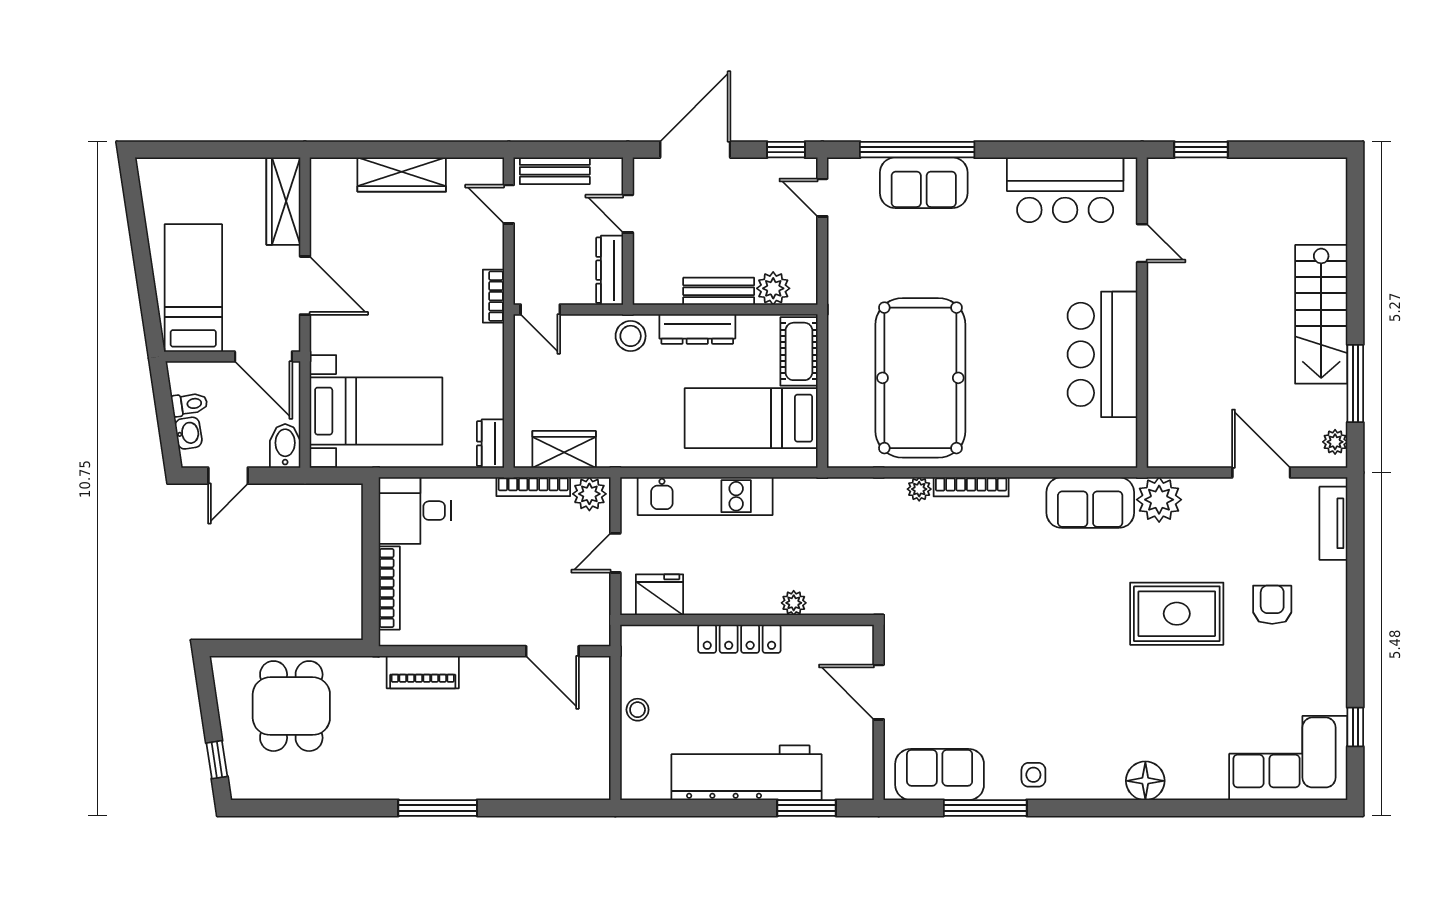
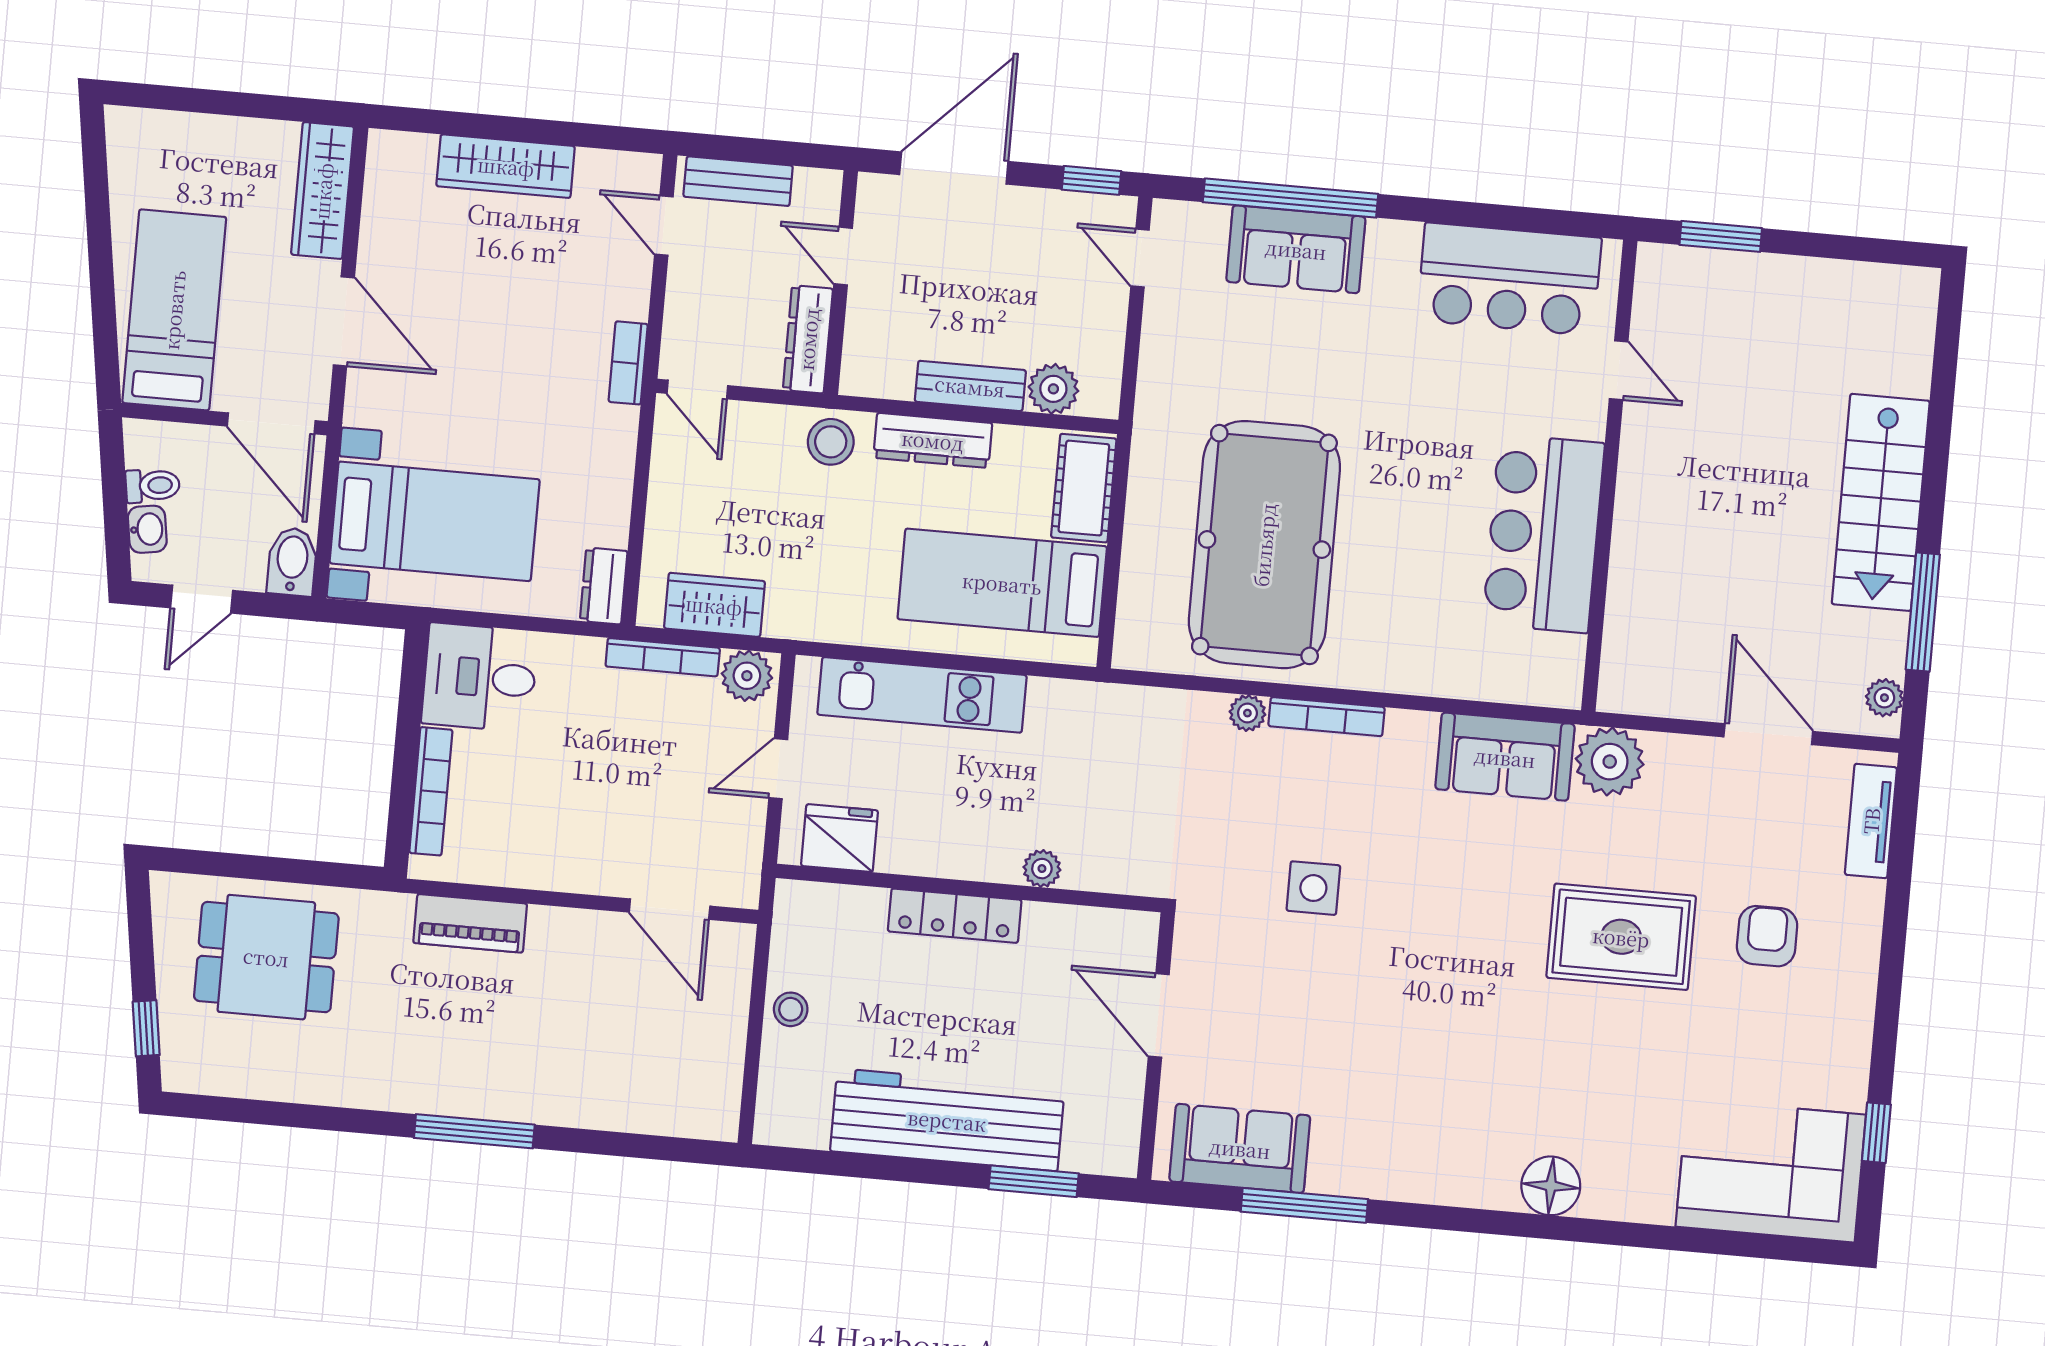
dining table: (291, 706) -> (266, 957), turned 90
side table: (1033, 775) -> (1313, 888), moved, width x1.37, depth x1.37

